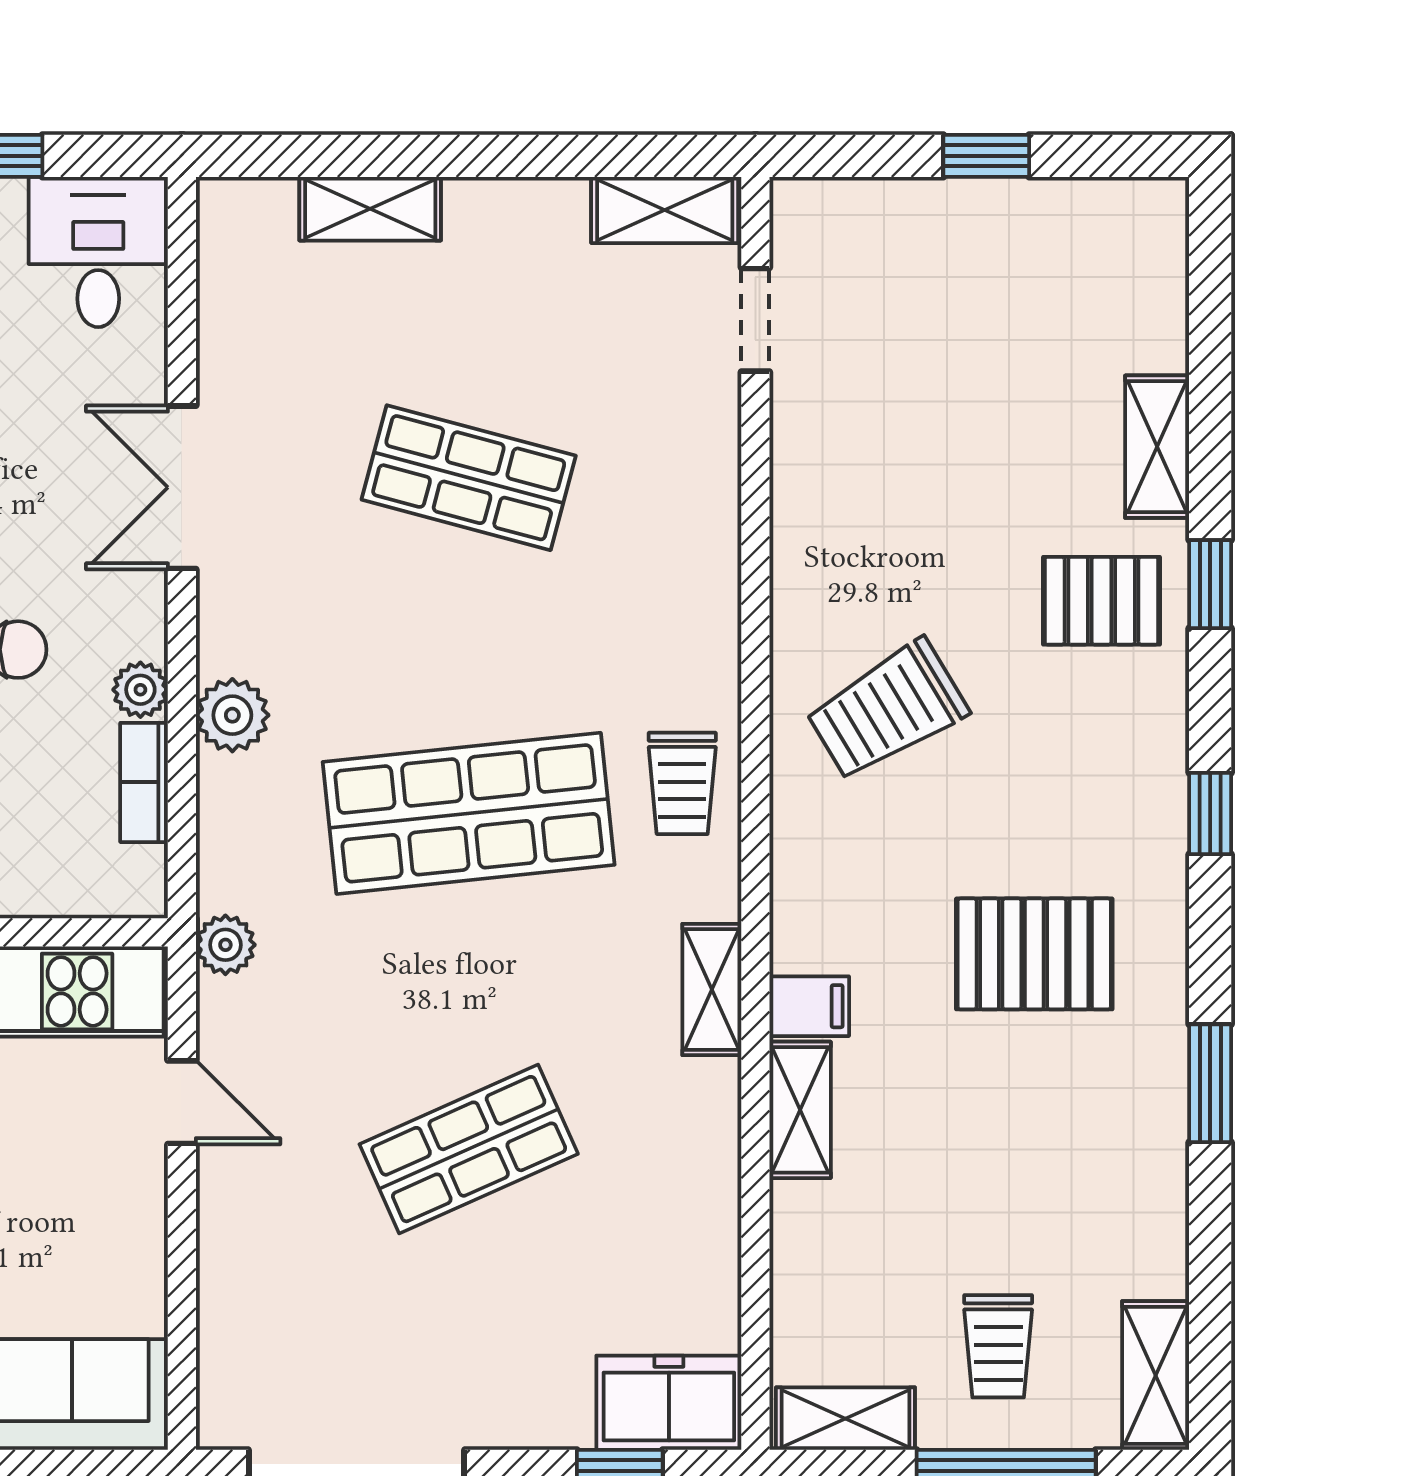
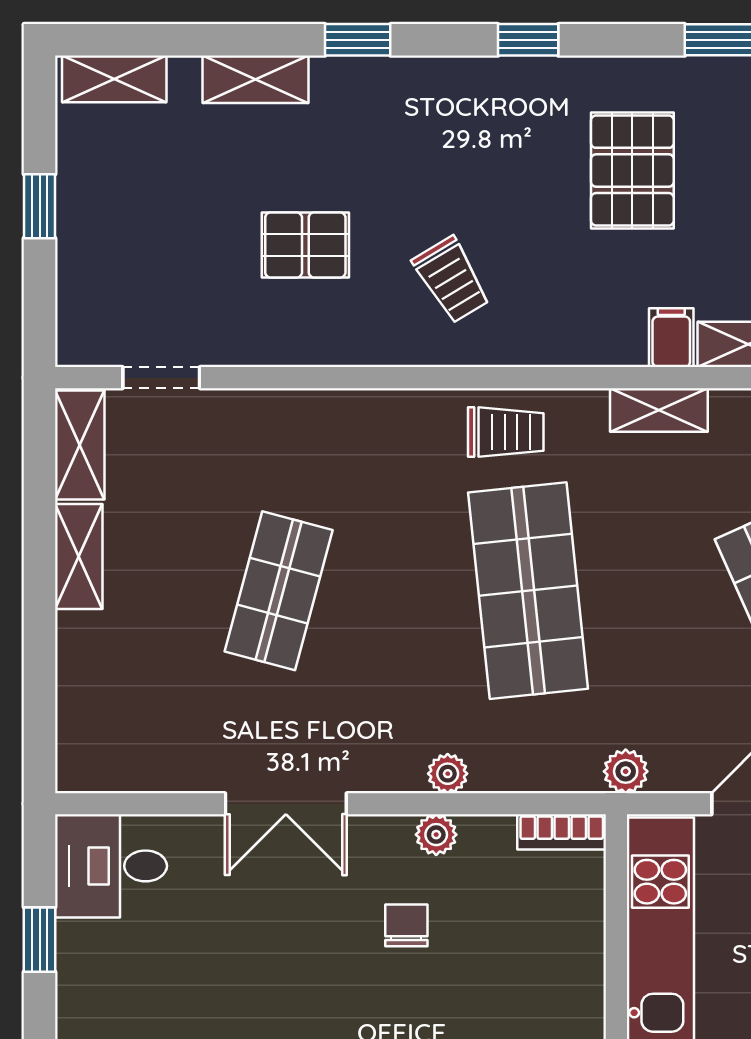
shelving: (370, 209) -> (79, 556), moved
shelving: (1158, 256) -> (114, 79), added
pallet: (1102, 601) -> (305, 245), moved, turned 90
trolley: (887, 710) -> (451, 280), width x0.73, depth x0.72
plant: (232, 715) -> (448, 774), width x0.73, depth x0.73
bookcase: (144, 782) -> (562, 832), moved

